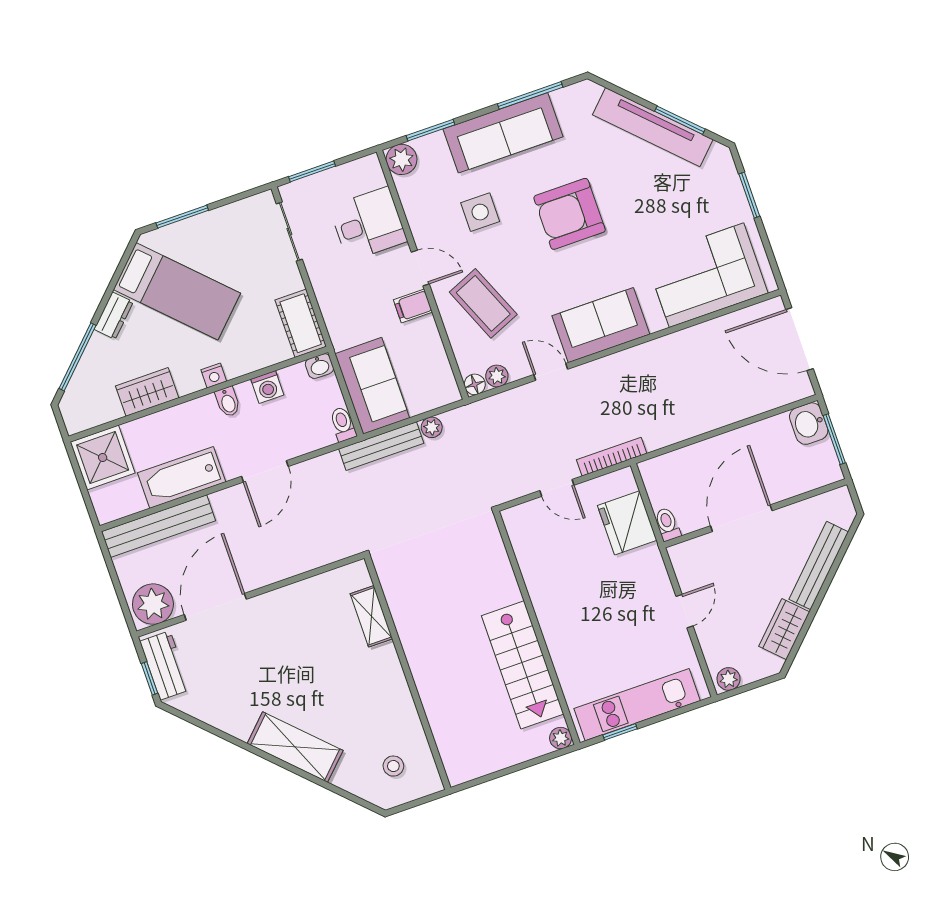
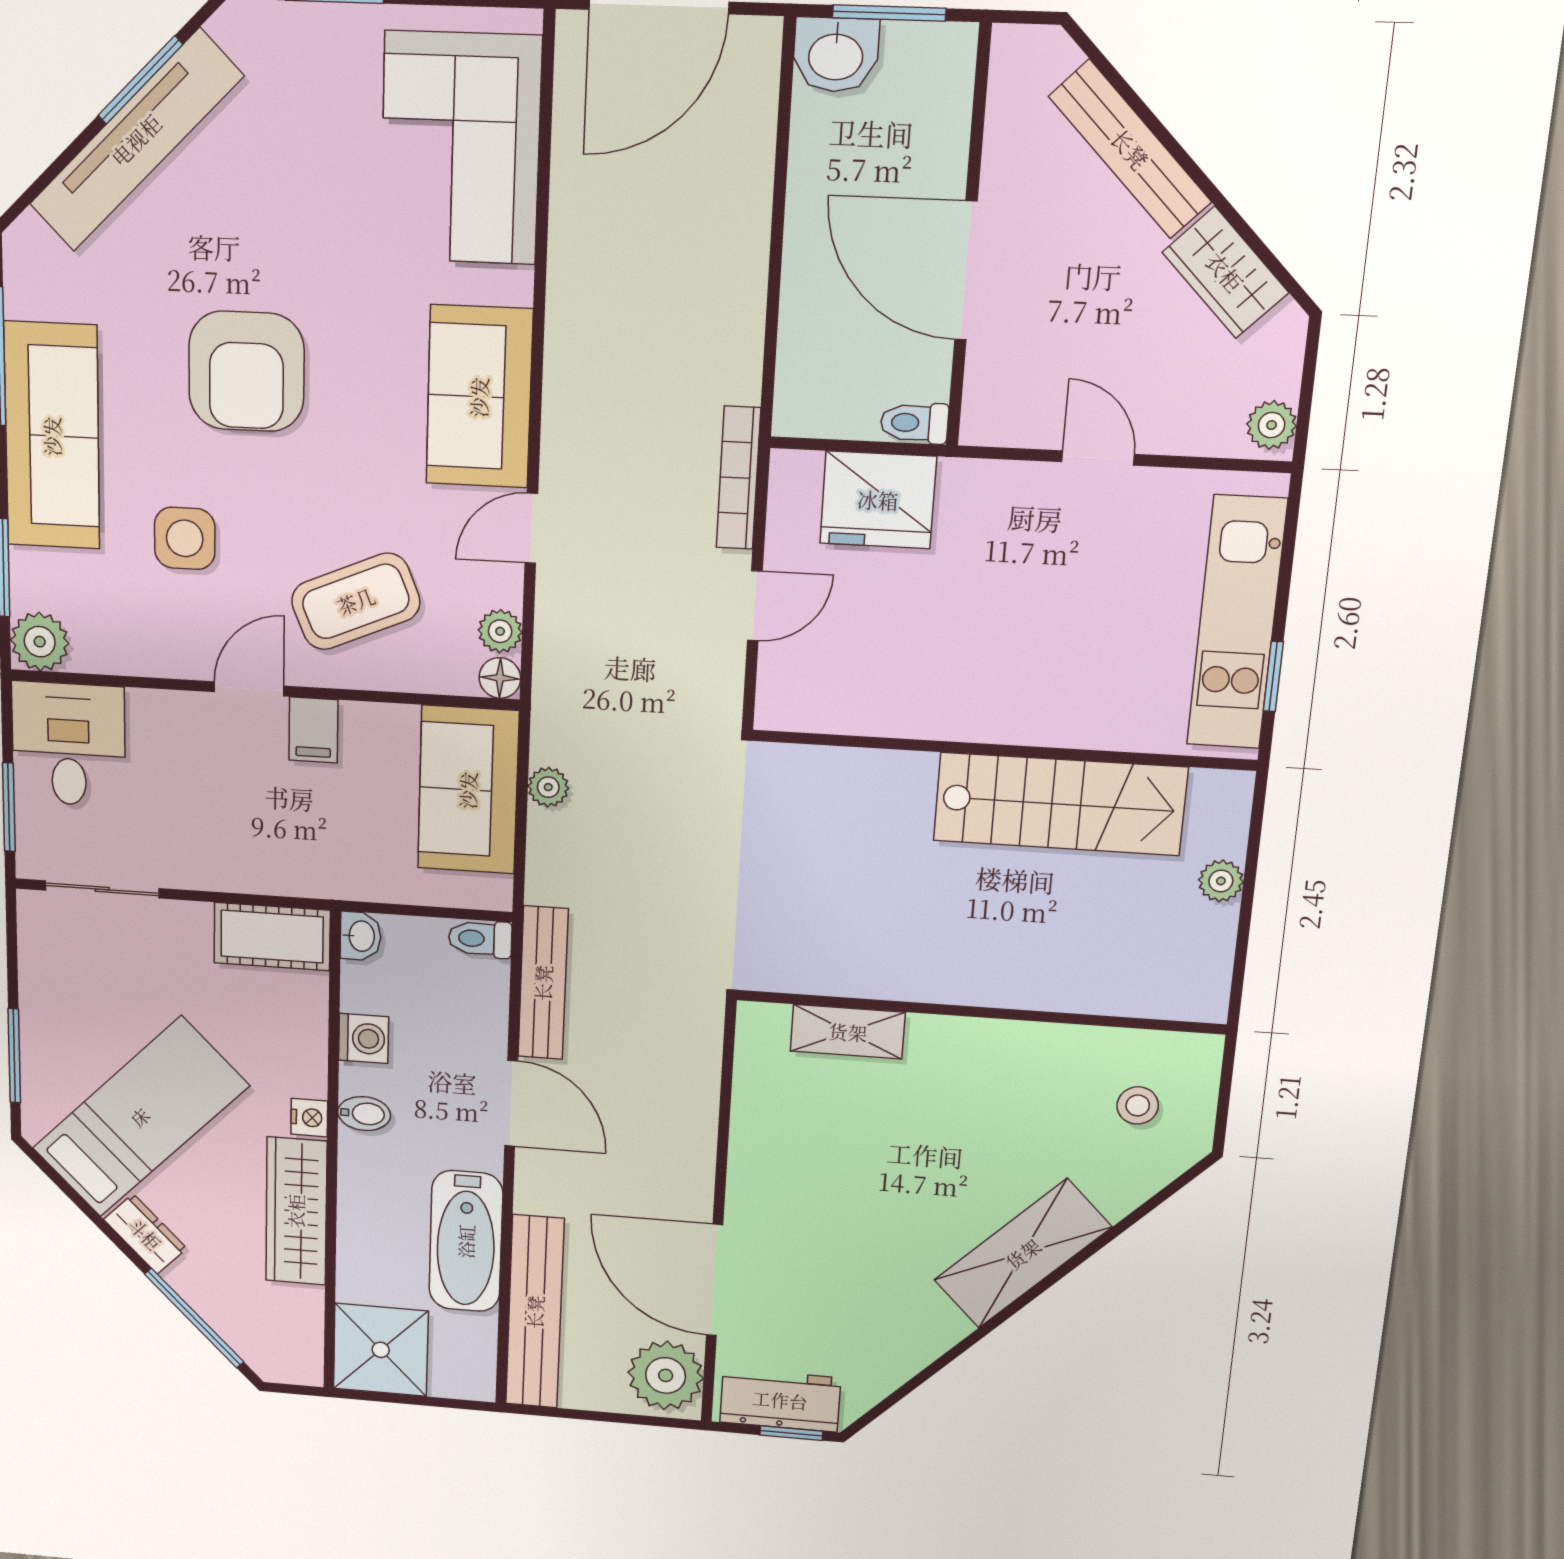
desk: (368, 224) -> (69, 744), moved
sofa: (372, 386) -> (468, 790), moved, turned -90
wardrobe: (147, 392) -> (296, 1211), width x1.50
bench: (381, 446) -> (543, 983), moved
plant: (561, 738) -> (1221, 881), moved

